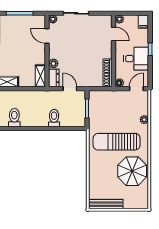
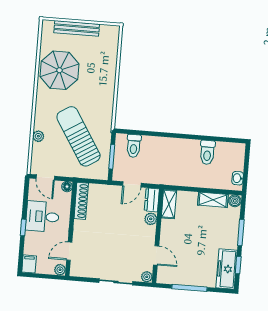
door: (114, 34) -> (69, 251), hinge flipped
door: (70, 89) -> (132, 184), hinge flipped
door: (136, 89) -> (45, 177), hinge flipped
toilet: (54, 118) -> (134, 146), moved
sun lounger: (117, 142) -> (78, 136), moved, turned -122
bench: (106, 204) -> (77, 28), moved

